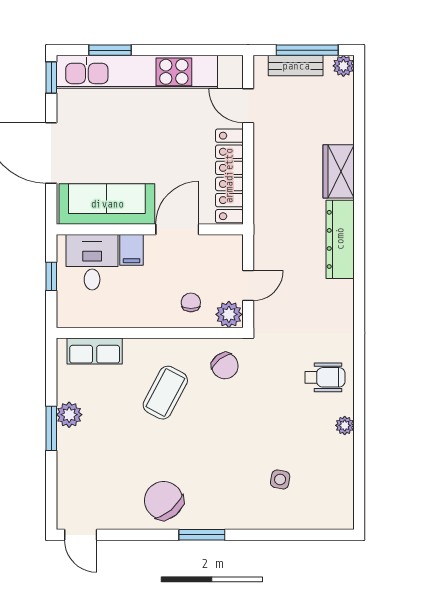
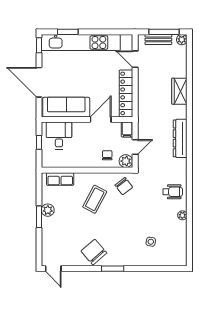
dresser: (340, 239) -> (180, 138), moved
filing cabinet: (132, 250) -> (127, 130), moved

